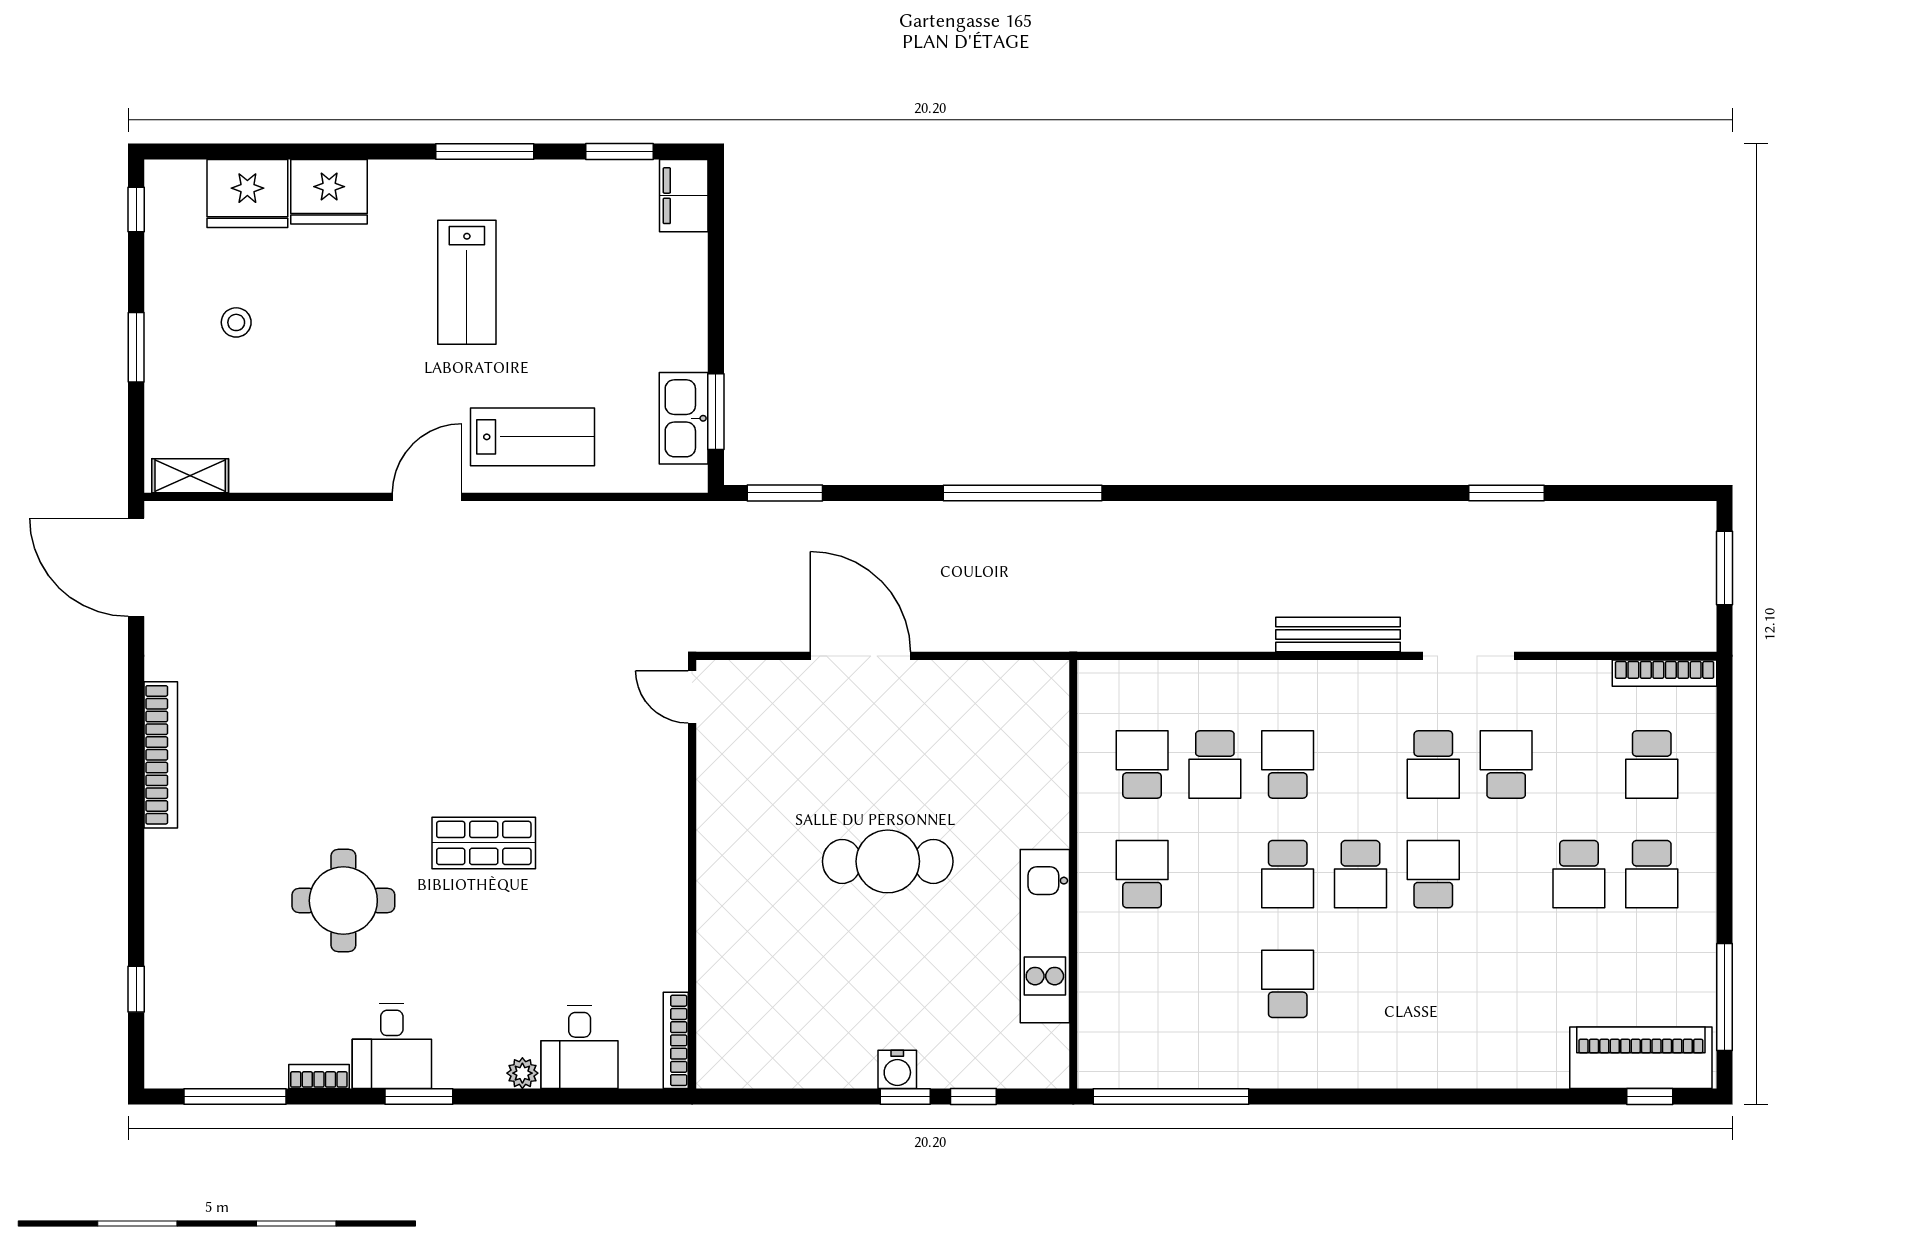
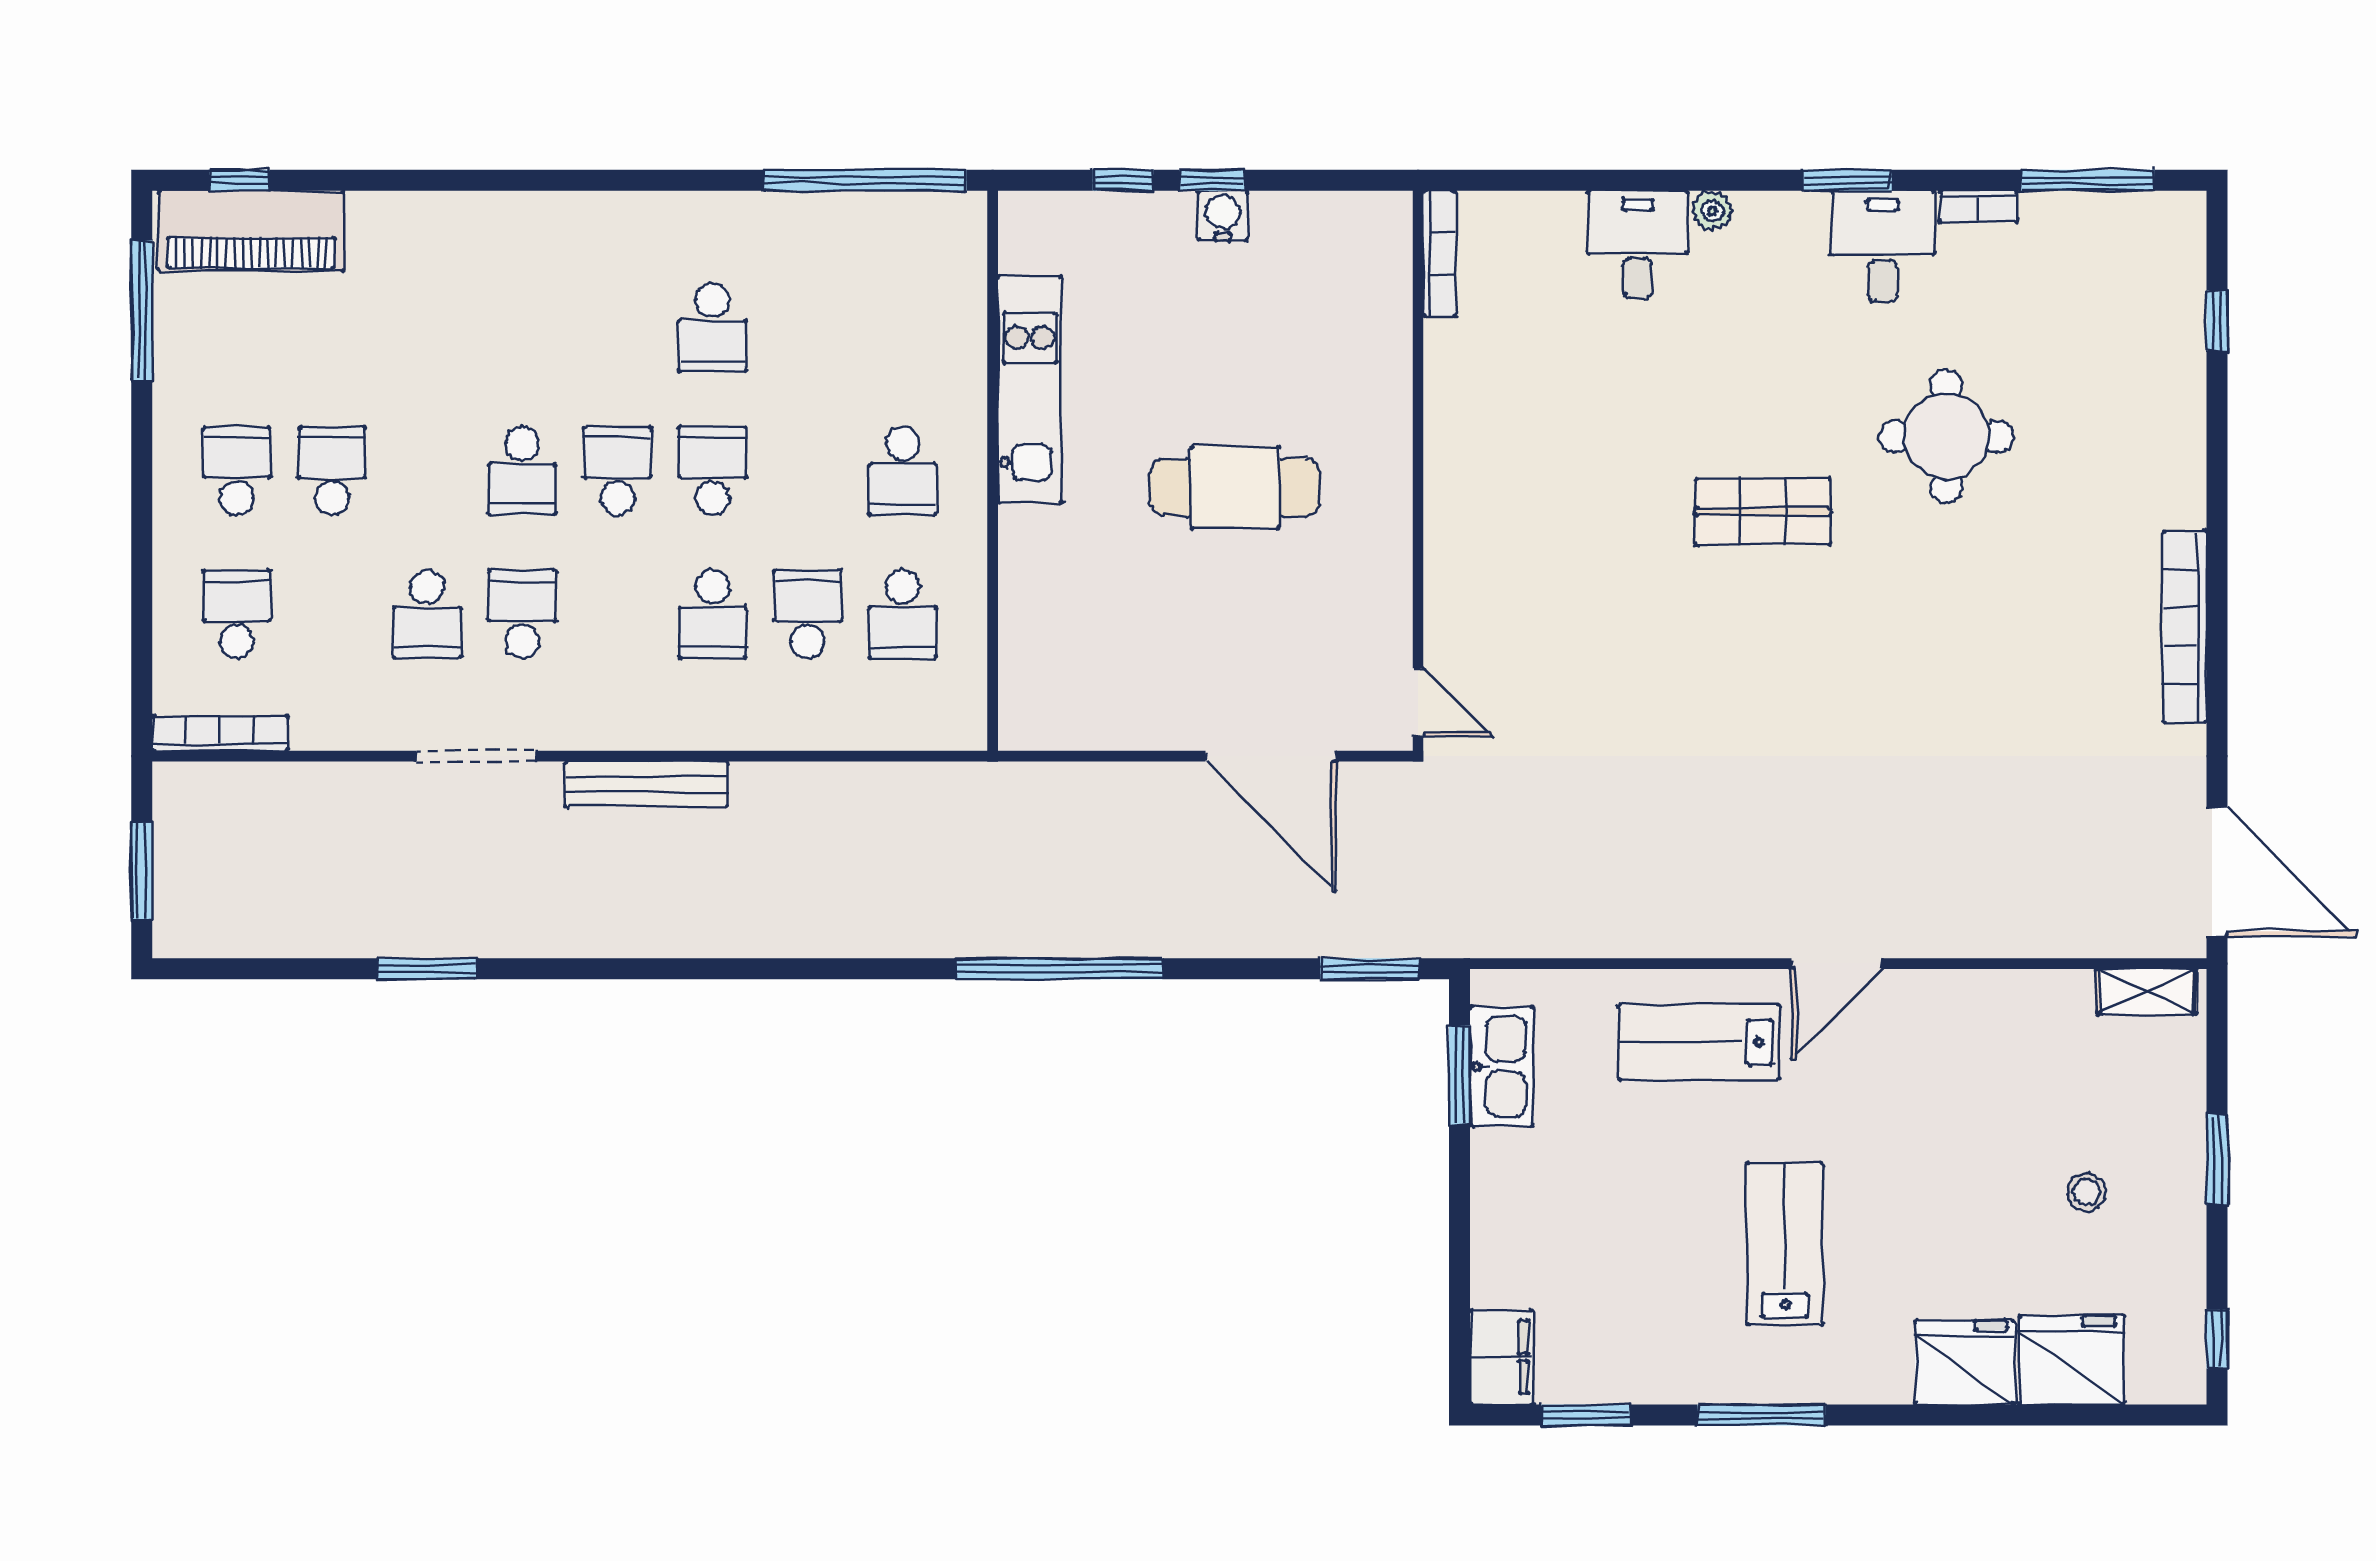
door: (692, 697) -> (1418, 702), moved
wall: (692, 874) -> (1418, 471), moved
bookcase: (676, 1040) -> (1439, 254), moved

